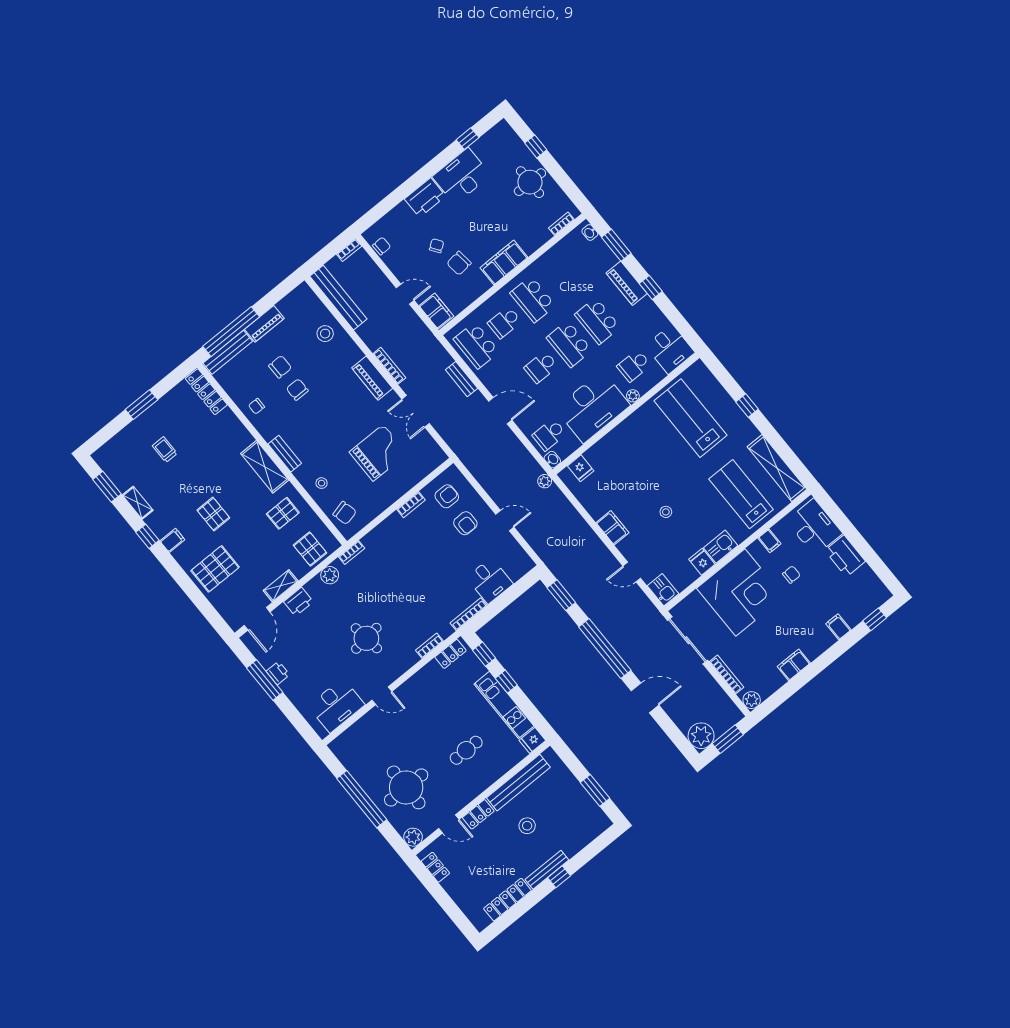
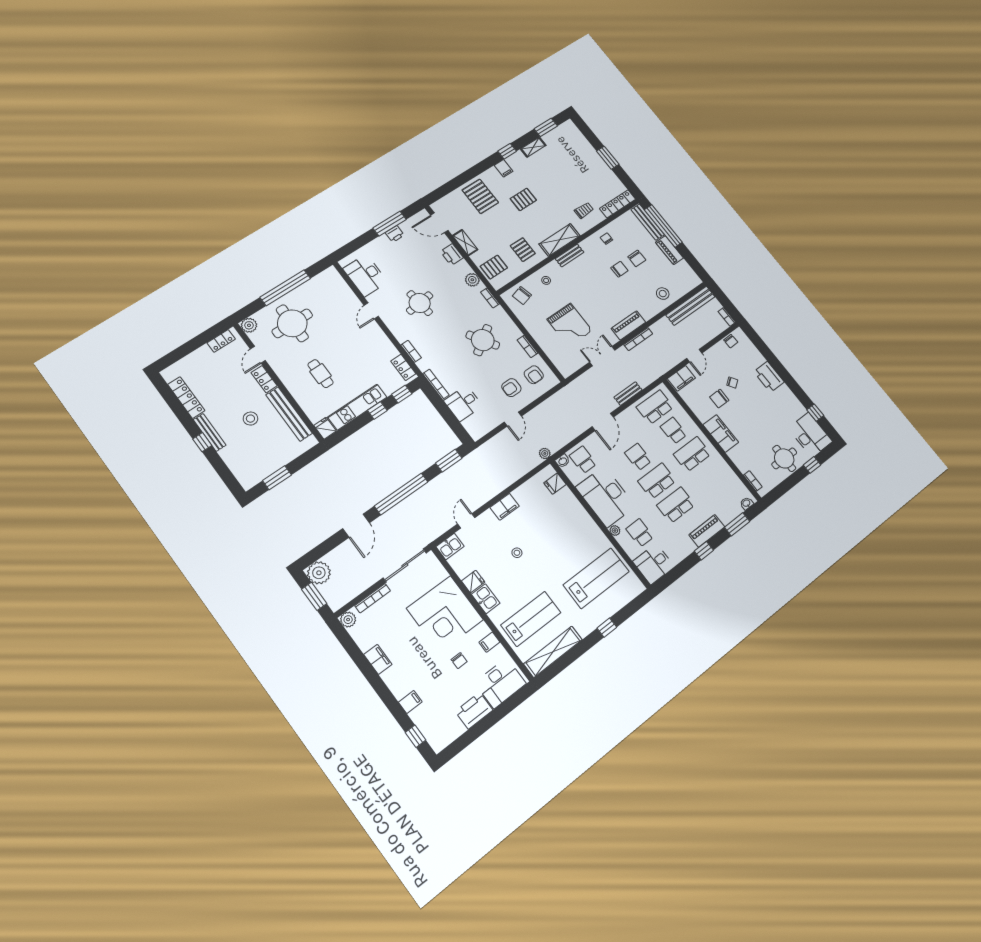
desk: (461, 176) -> (810, 435), moved
chair: (459, 263) -> (719, 399), turned -84
trolley: (165, 450) -> (584, 210), moved
round table: (408, 560) -> (483, 340), added

